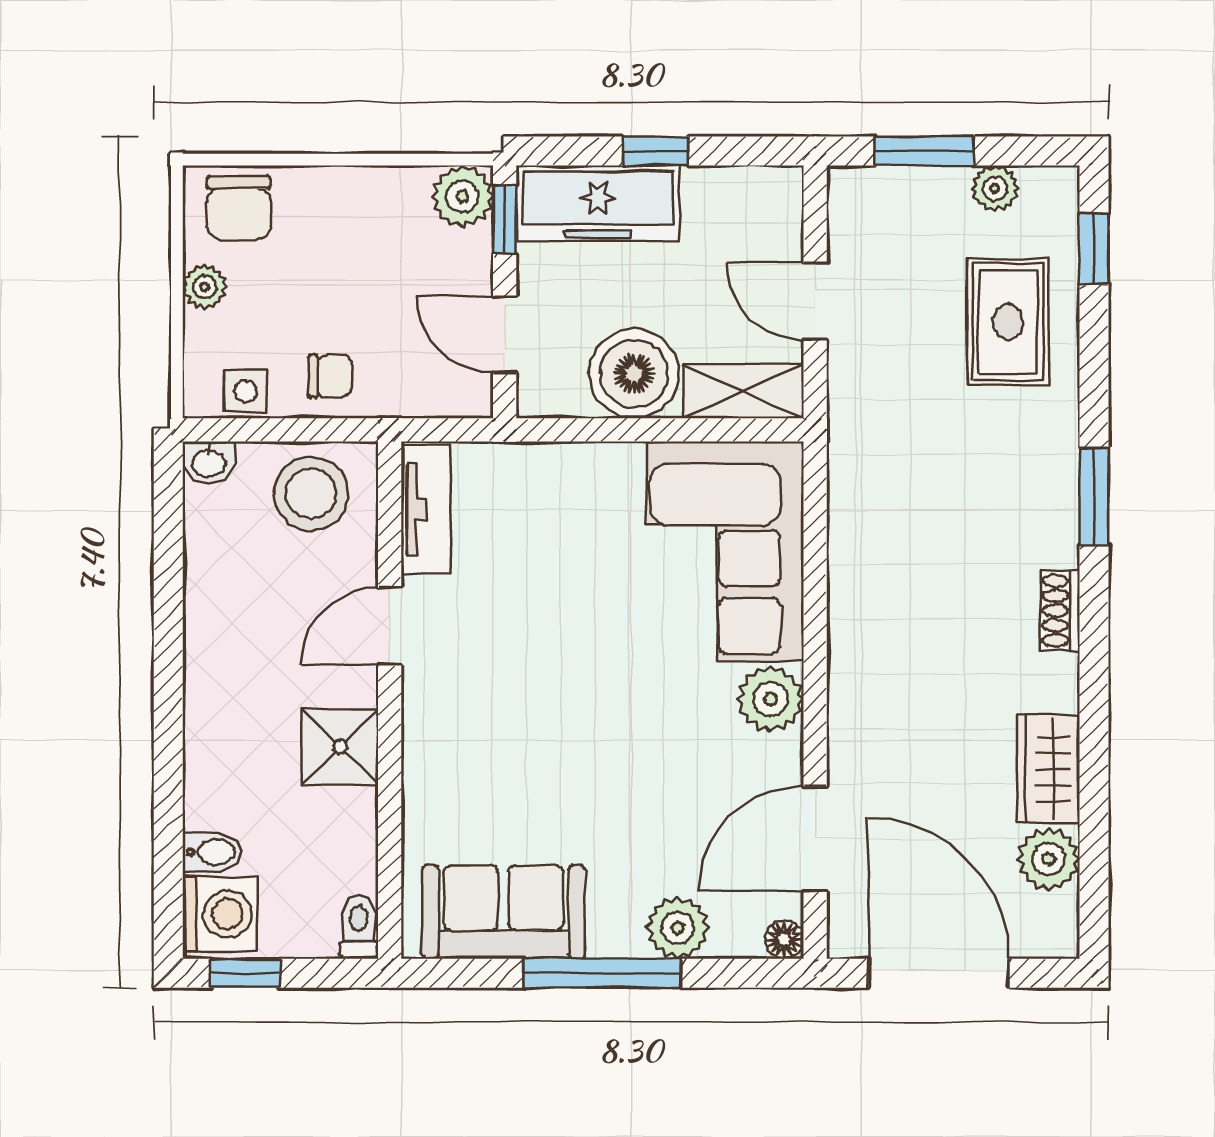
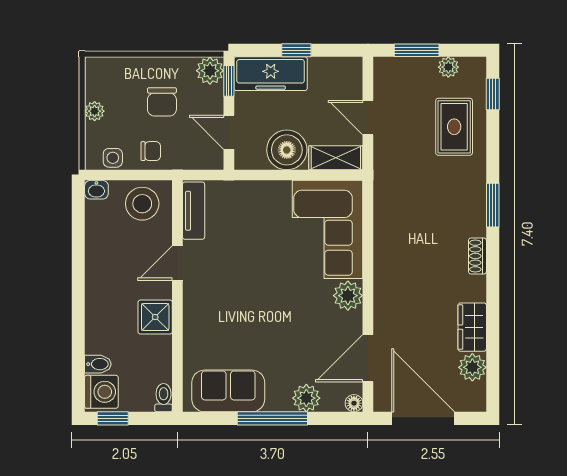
chair: (239, 208) -> (162, 102), moved

